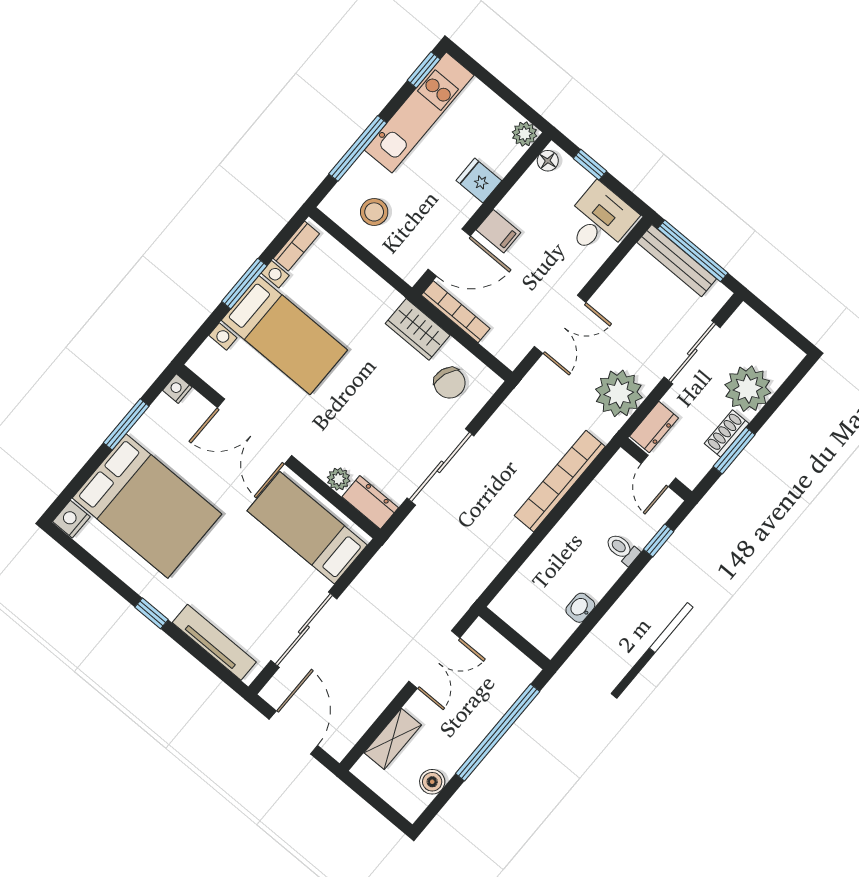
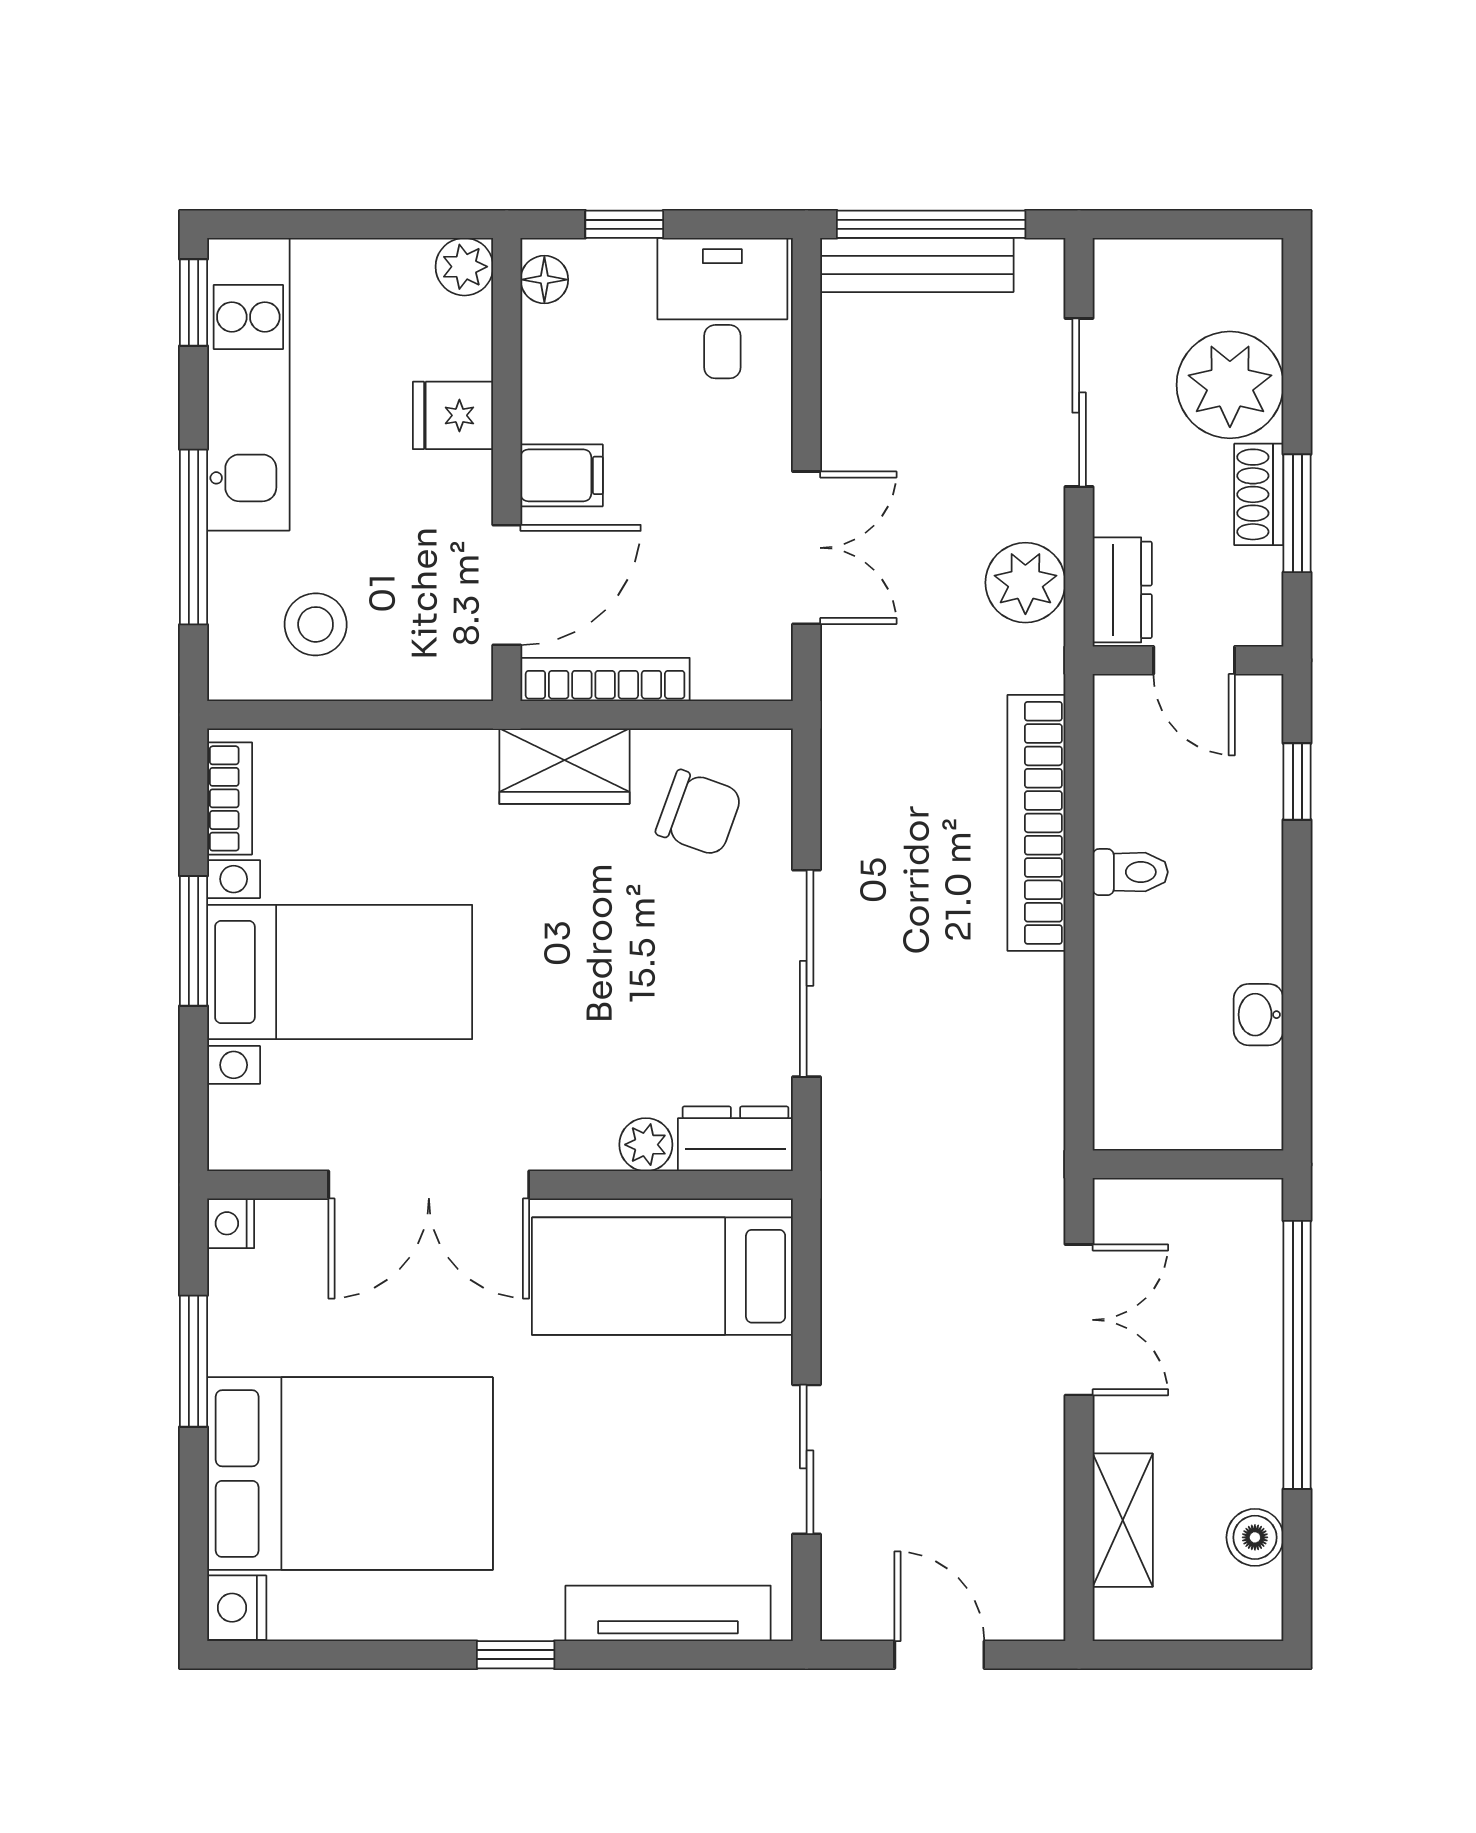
plant: (619, 393) -> (1025, 583), width x0.73, depth x0.73
toilet: (622, 549) -> (1130, 872), moved, turned 180
sliding door: (304, 630) -> (807, 1459), width x0.73
door: (293, 732) -> (939, 1655), width x0.73

